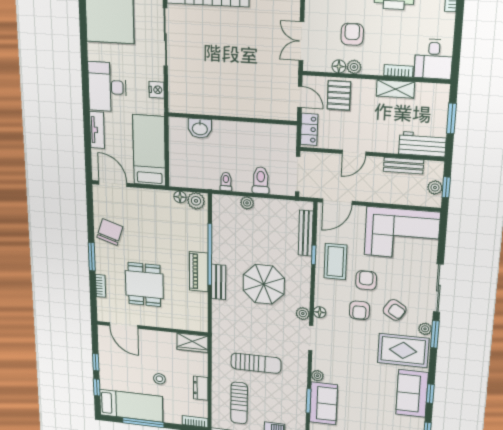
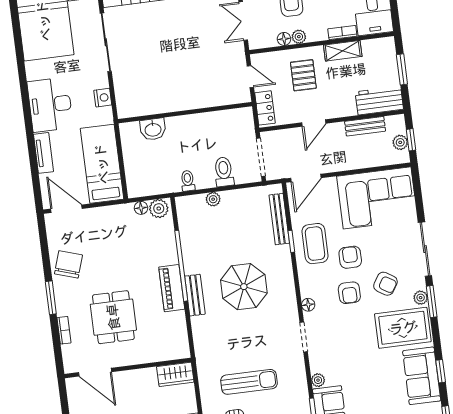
pallet: (339, 95) -> (303, 75), moved
plant: (303, 314) -> (291, 311), removed

